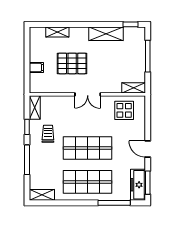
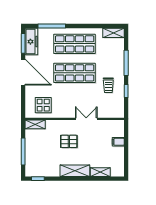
shelving: (106, 34) -> (75, 171), moved
pallet: (72, 63) -> (69, 141), moved, width x0.67, depth x0.71
double door: (88, 94) -> (86, 119), moved
shelving: (35, 107) -> (120, 108), removed
door: (148, 149) -> (23, 72), width x1.87

